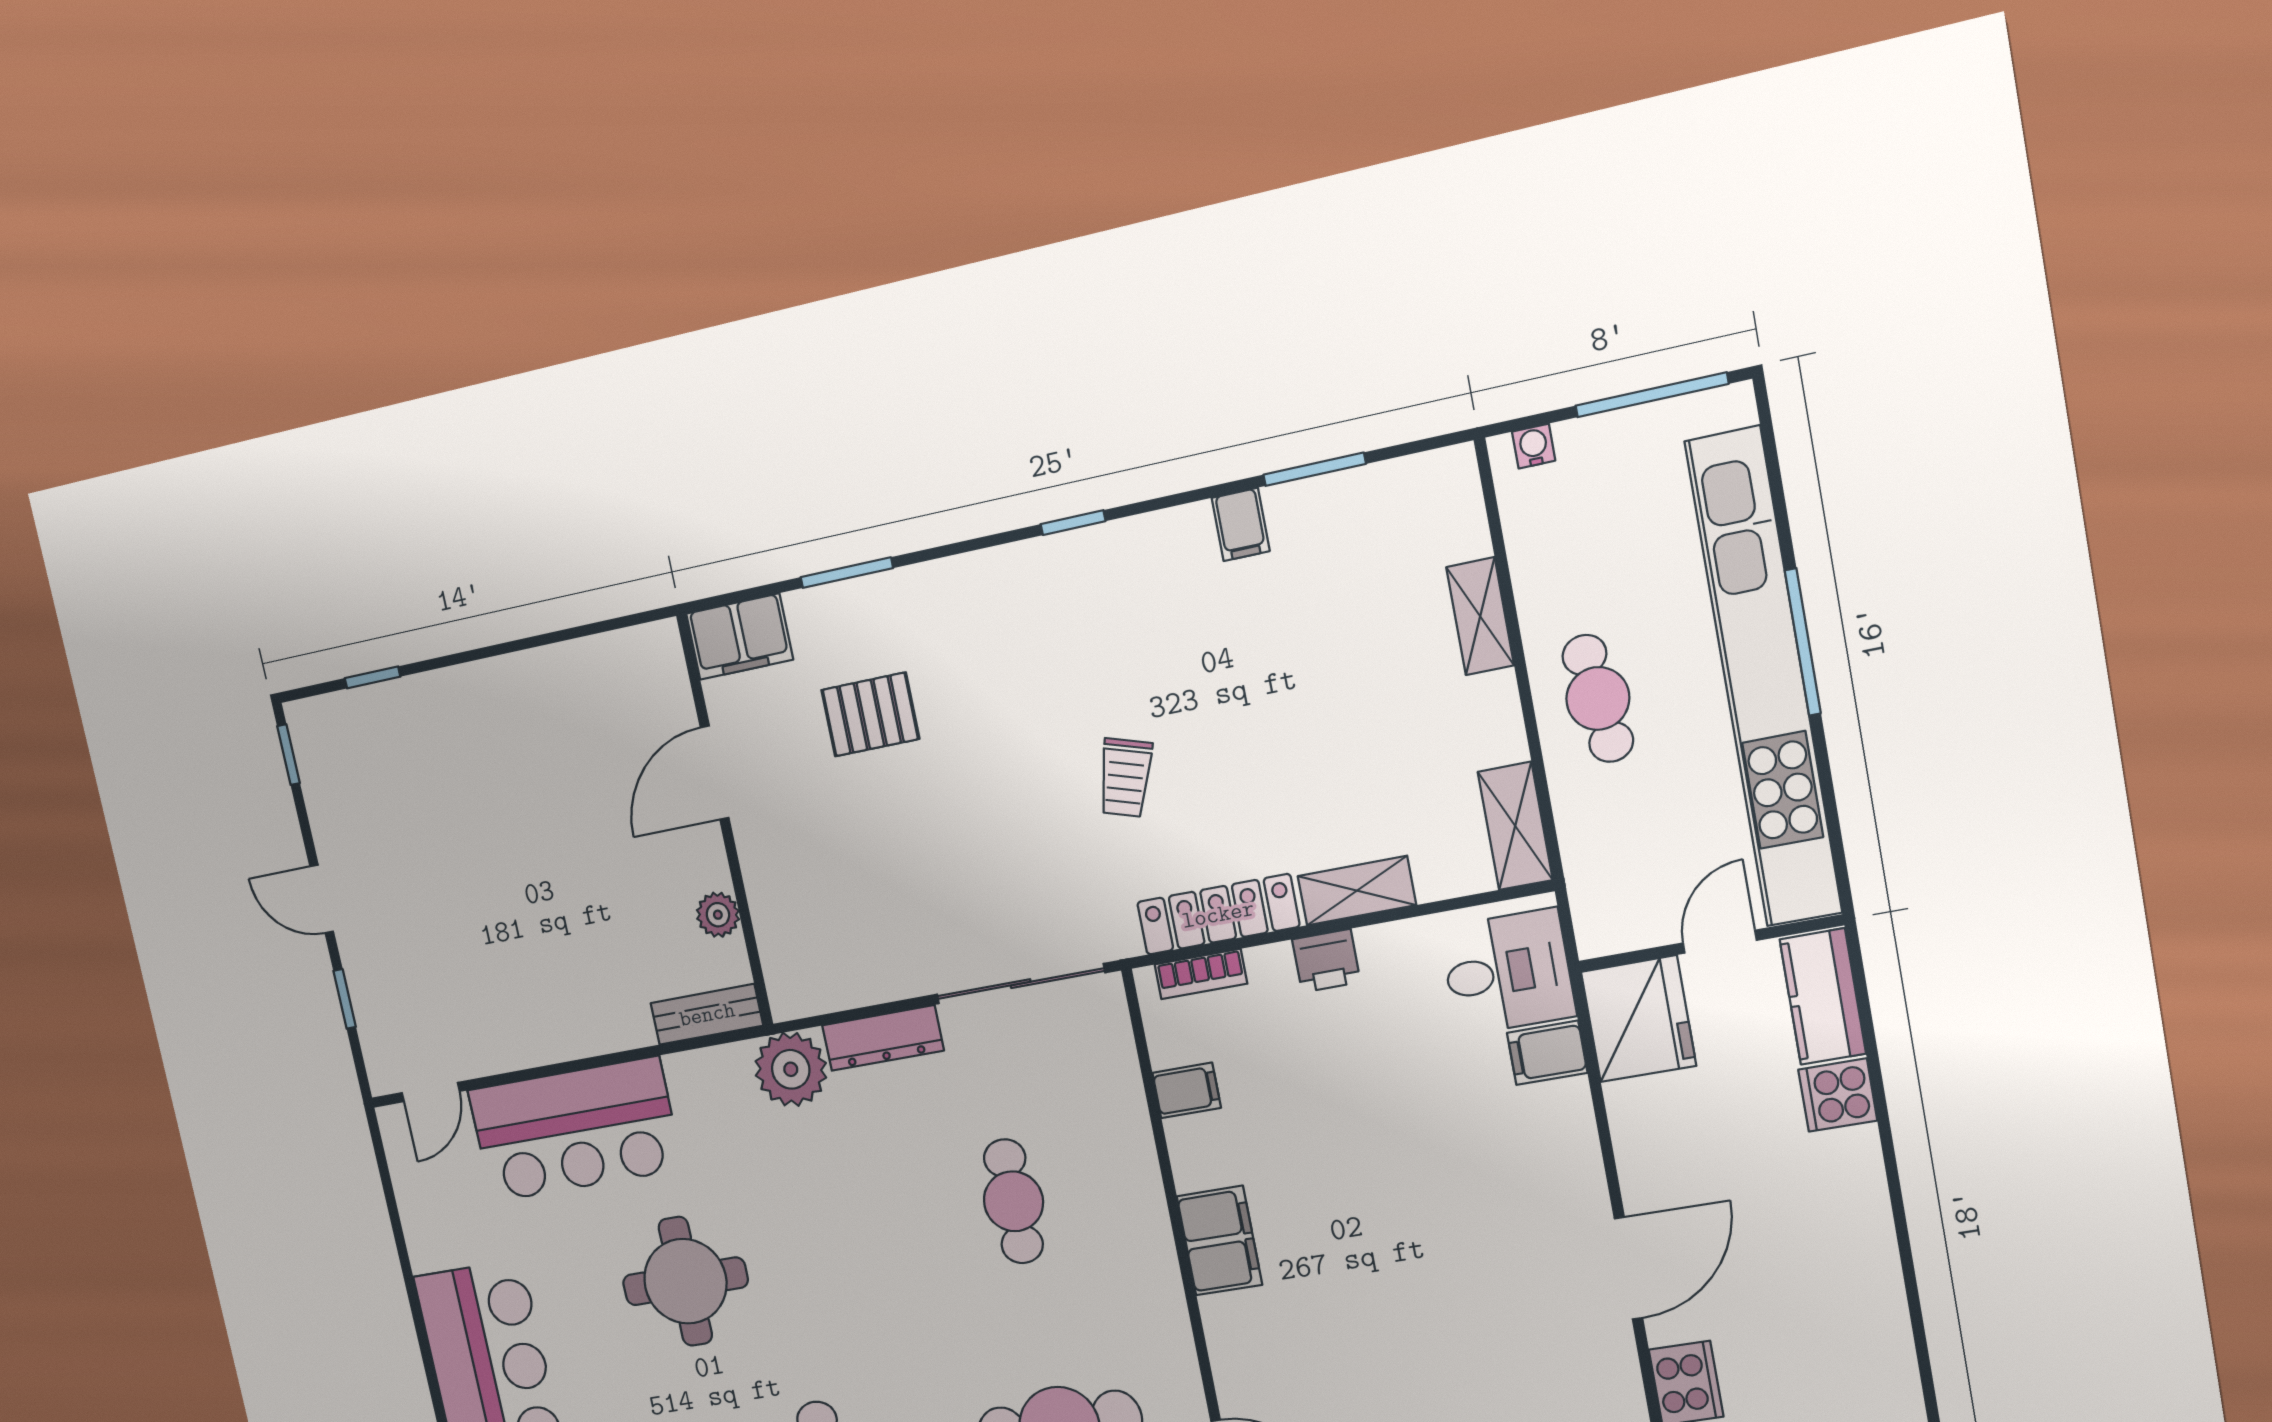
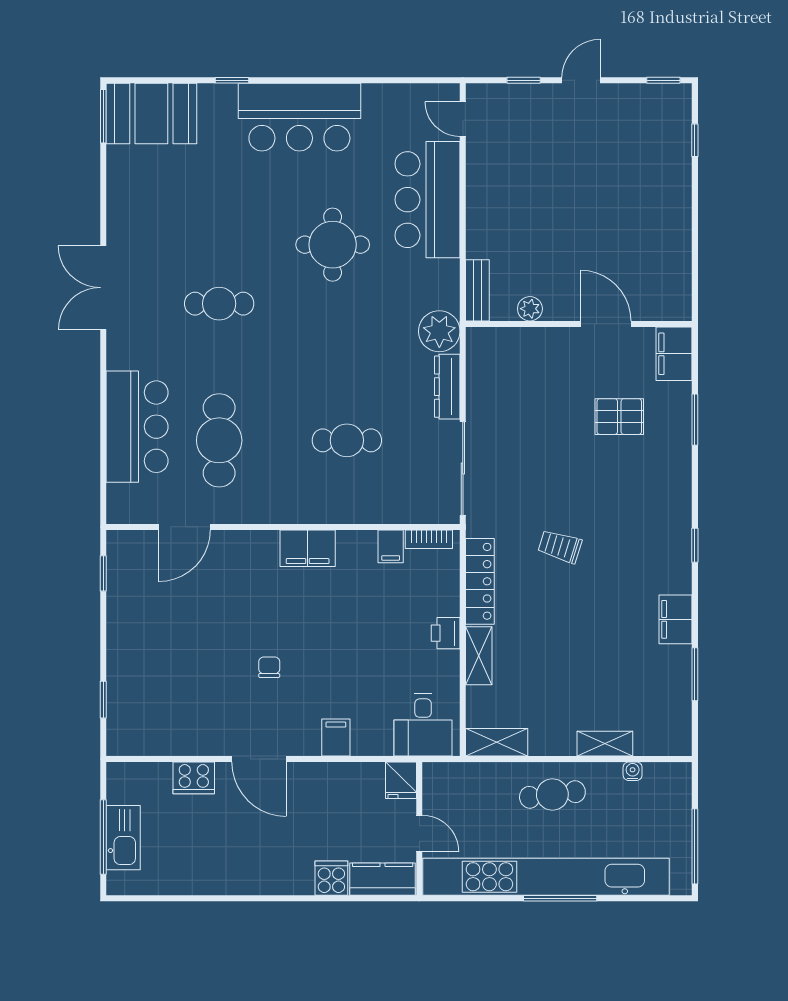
water cooler: (1534, 446) -> (633, 771), moved, turned -90
filing cabinet: (1241, 524) -> (676, 619), width x2.00
pallet: (870, 714) -> (619, 417), turned 90
bookcase: (1201, 974) -> (429, 539), moved, turned -90
fridge: (1639, 1019) -> (401, 780), width x0.53, depth x0.75
filing cabinet: (1547, 1053) -> (336, 738), moved
chair: (1451, 1276) -> (269, 667), added

